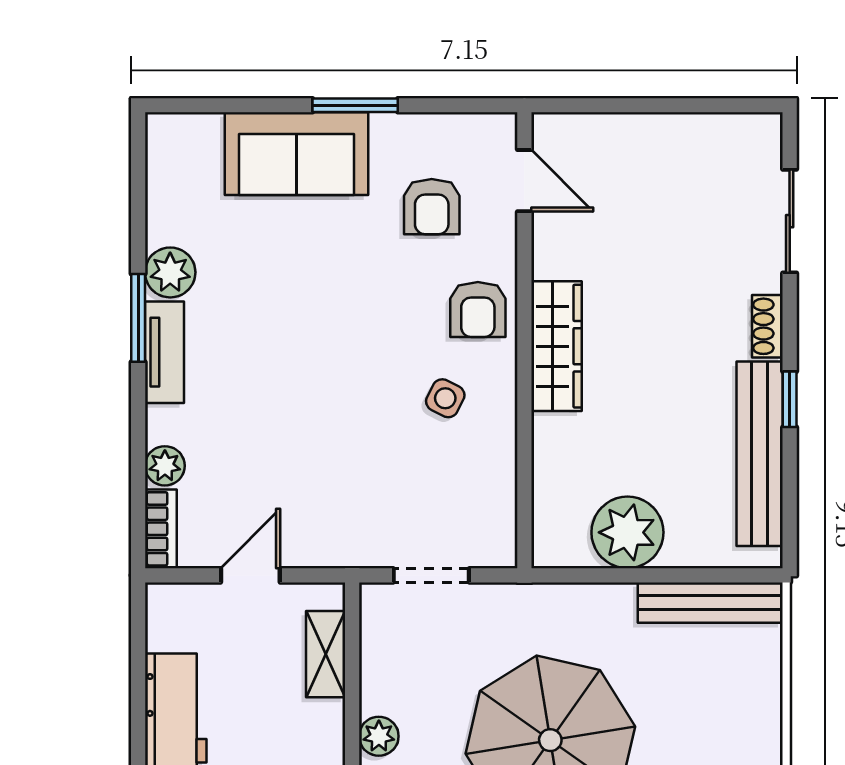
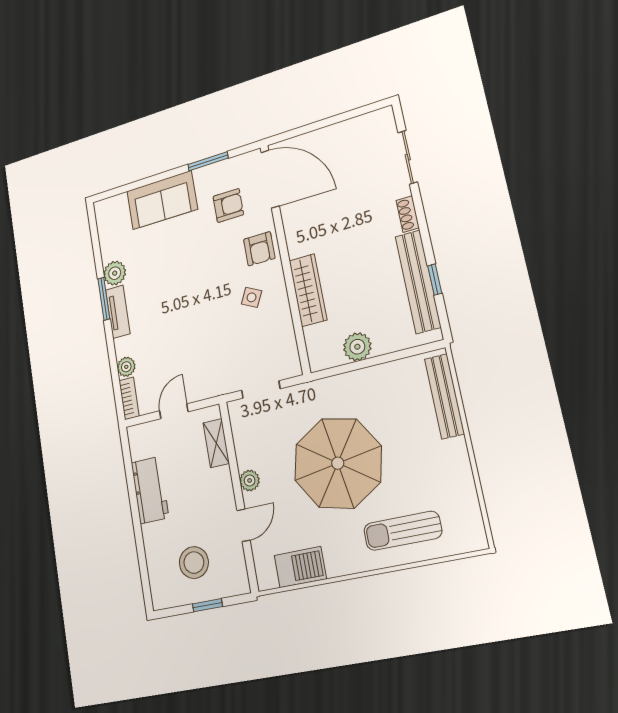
window: (355, 105) -> (208, 161), moved
door: (524, 181) -> (270, 179), width x1.88
armchair: (432, 207) -> (228, 205), turned -90
wardrobe: (556, 346) -> (308, 290), moved
window: (790, 399) -> (435, 280), moved
plant: (627, 532) -> (357, 347), width x0.73, depth x0.73
bench: (710, 603) -> (444, 396), moved, turned 90

